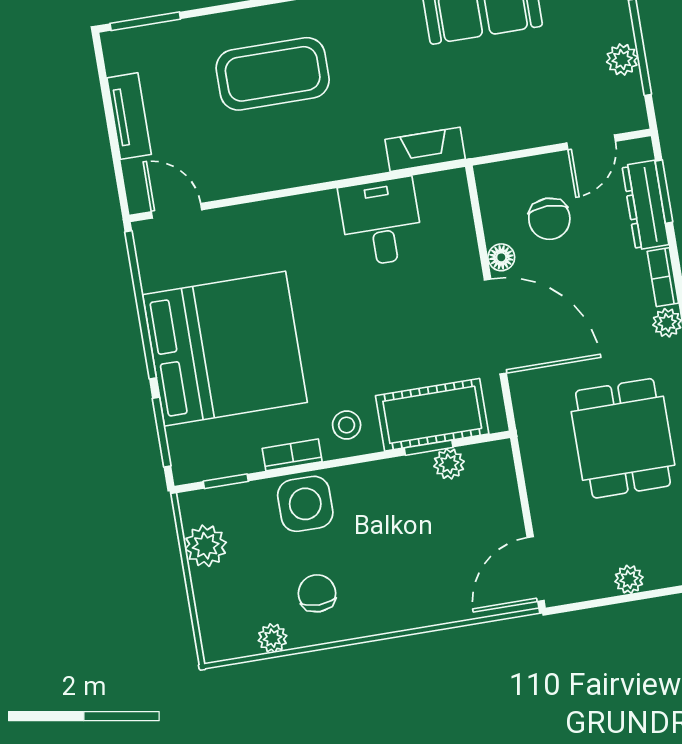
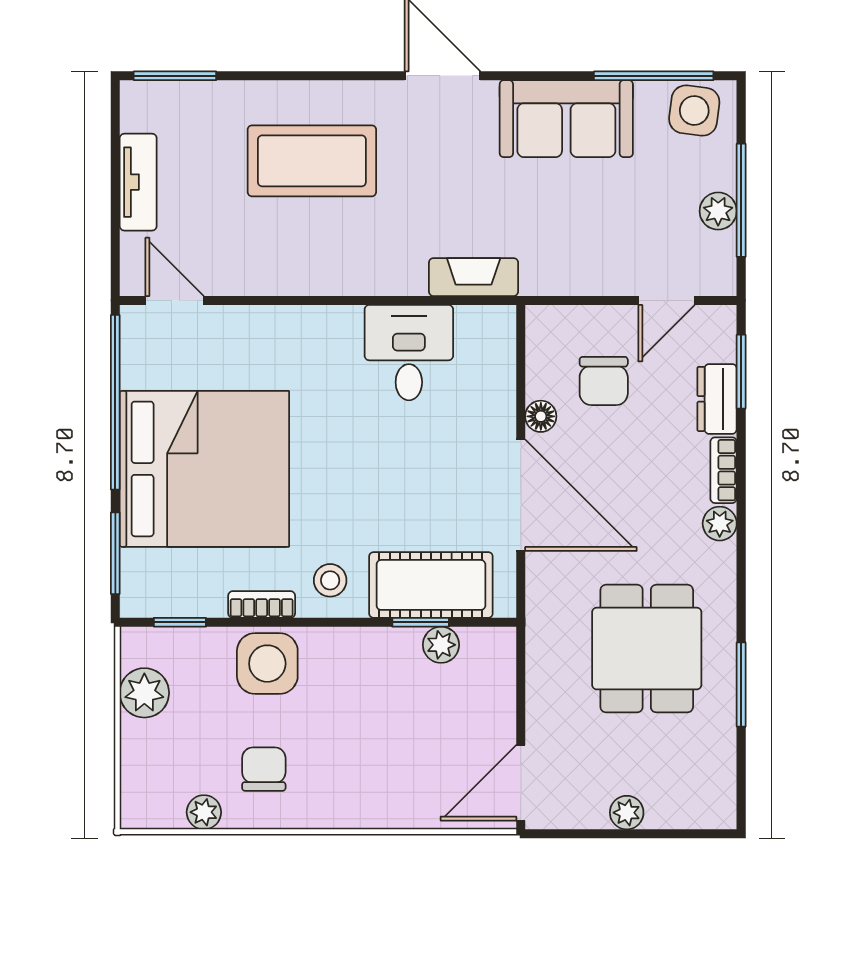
dresser: (645, 205) -> (717, 399), width x0.70

